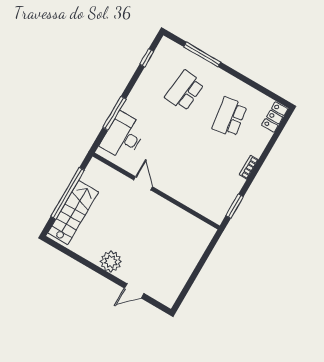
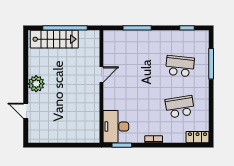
desk: (123, 136) -> (116, 127), moved, turned -90

